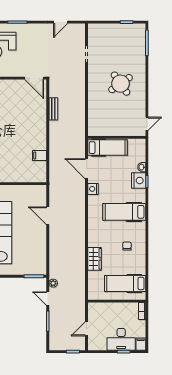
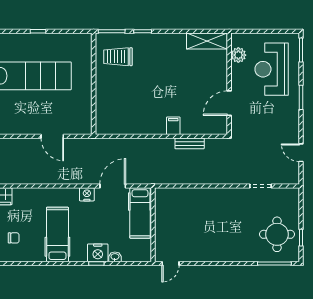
door: (34, 78) -> (229, 103), moved
round table: (120, 84) -> (277, 234), moved, turned 35
door: (147, 124) -> (170, 263), hinge flipped
filing cabinet: (40, 155) -> (173, 126), moved
door: (48, 216) -> (52, 136), swing flipped

